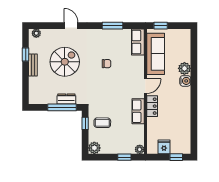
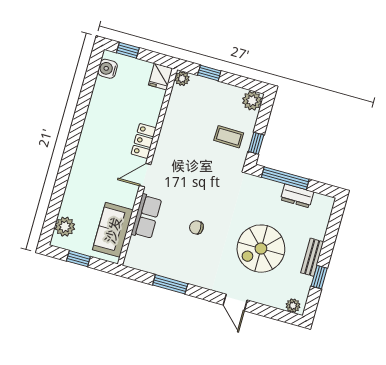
window: (161, 26) -> (78, 259), moved
row of seats: (138, 42) -> (146, 217), moved
sofa: (156, 54) -> (113, 230), width x0.73
plant: (184, 68) -> (65, 227), moved
water cooler: (185, 81) -> (108, 69), moved
dresser: (66, 99) -> (297, 196), moved
row of seats: (138, 111) -> (168, 139), removed
fridge: (164, 147) -> (161, 77), moved

